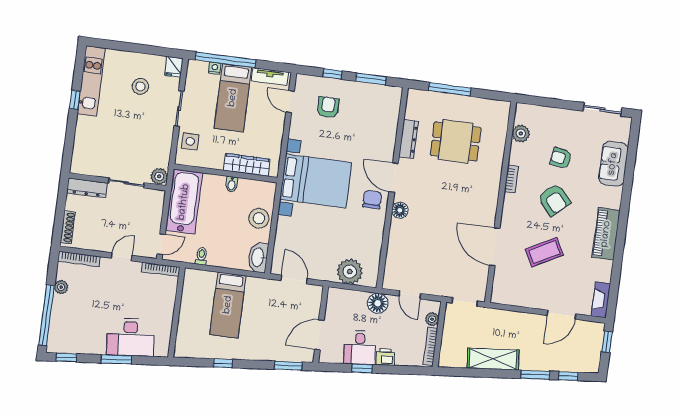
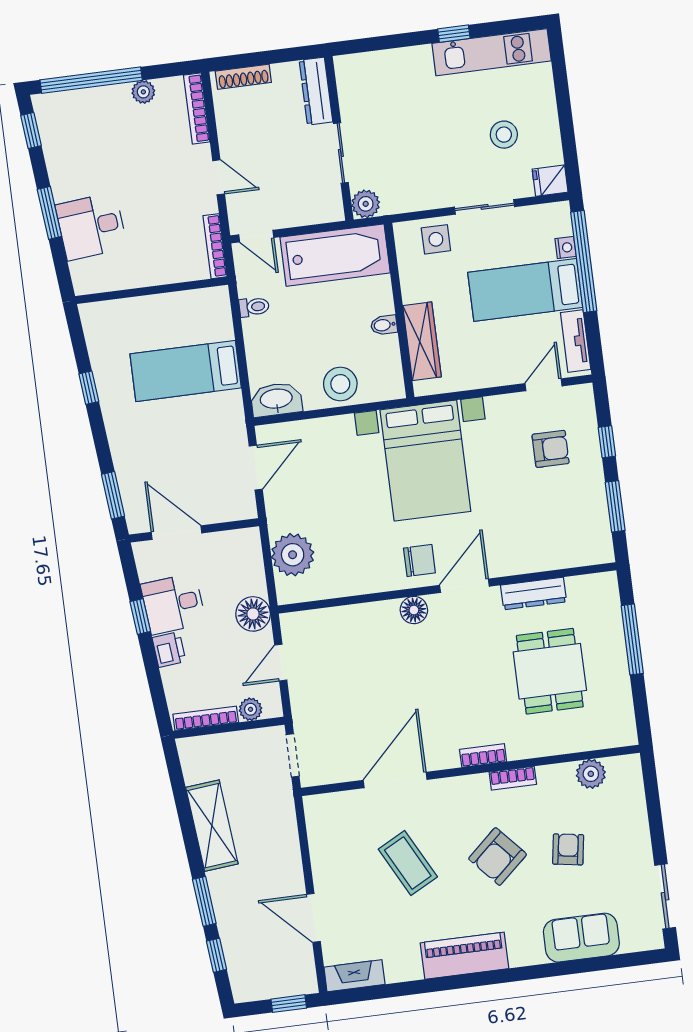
bookcase: (494, 193) -> (483, 755), added
desk: (131, 337) -> (91, 226), width x0.73

